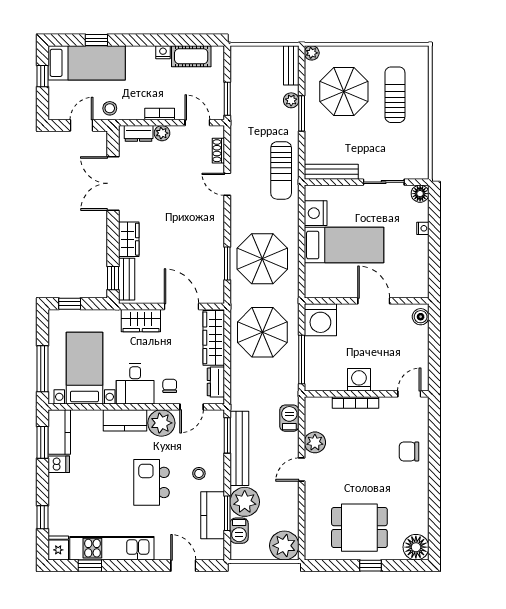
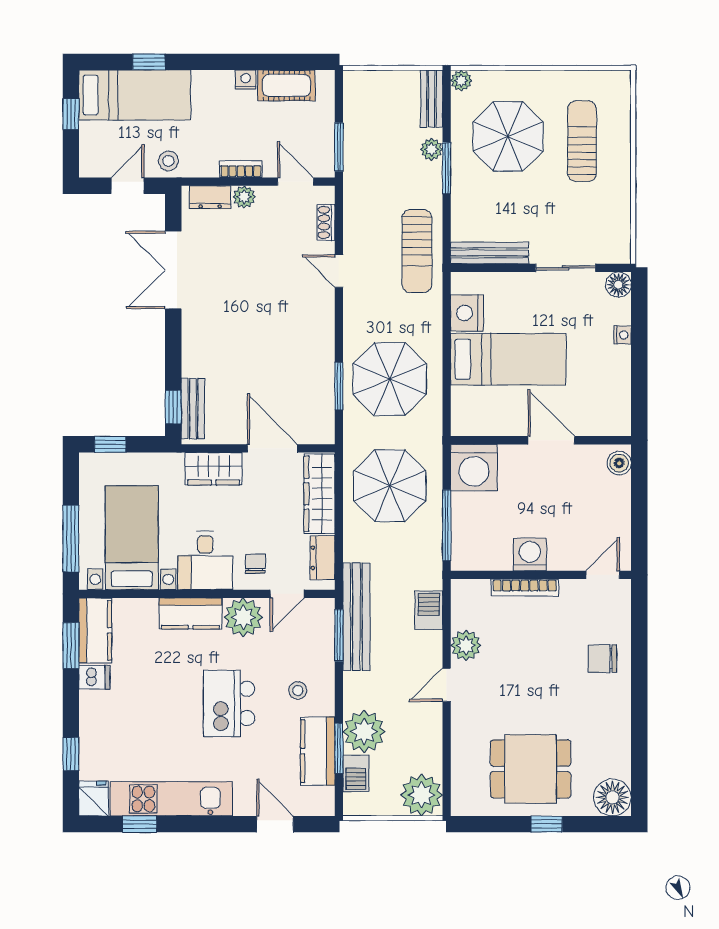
wardrobe: (129, 239) -> (196, 351), removed
bench: (239, 448) -> (356, 617), moved

